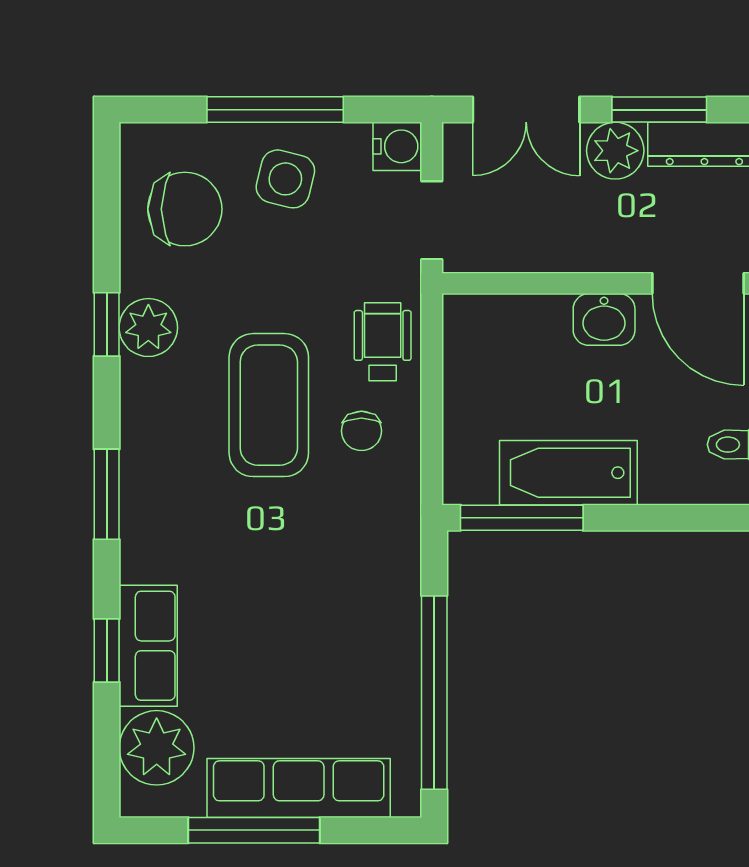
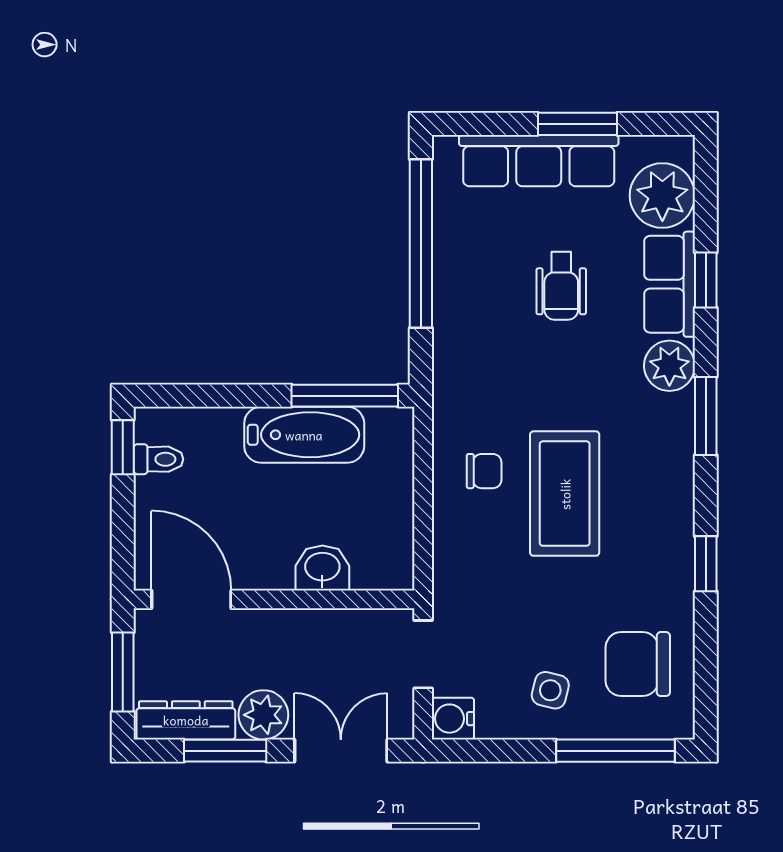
window: (275, 110) -> (616, 751), moved
side table: (285, 179) -> (550, 690), width x0.73, depth x0.73
washbasin: (604, 319) -> (322, 568), moved
plant: (148, 328) -> (669, 366), moved
wheelchair: (383, 342) -> (561, 286), moved
chair: (361, 431) -> (484, 471), turned 90
window: (254, 830) -> (578, 124), width x0.69

